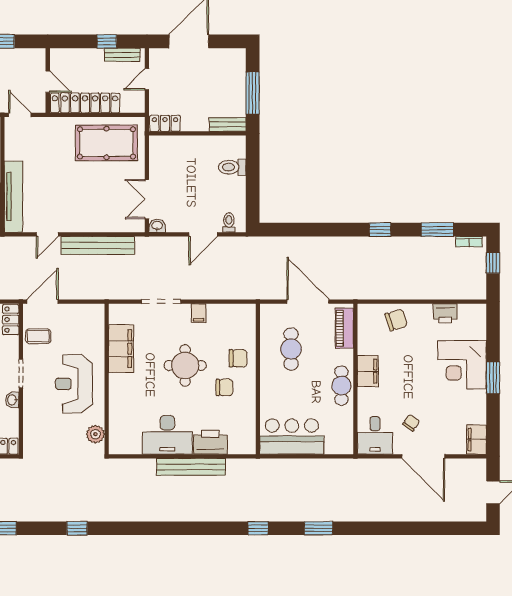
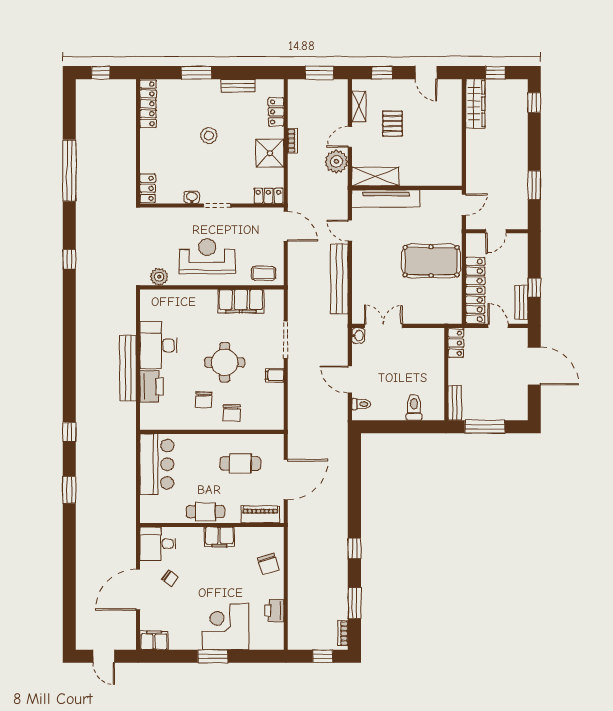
locker: (85, 103) -> (475, 290), moved
pool table: (106, 143) -> (431, 261), moved, turned 90
coffee table: (38, 336) -> (264, 273), moved, turned 90

